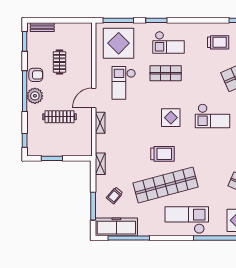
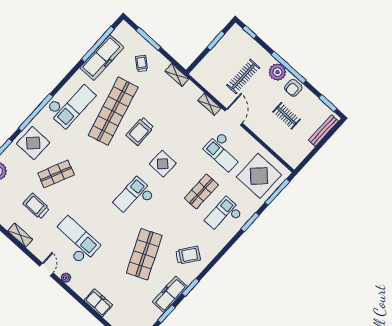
bench: (42, 27) -> (323, 131), width x1.36
trolley: (218, 42) -> (188, 255), turned -144
checkout: (124, 83) -> (224, 152), turned 180
freezer: (116, 227) -> (102, 57), moved

